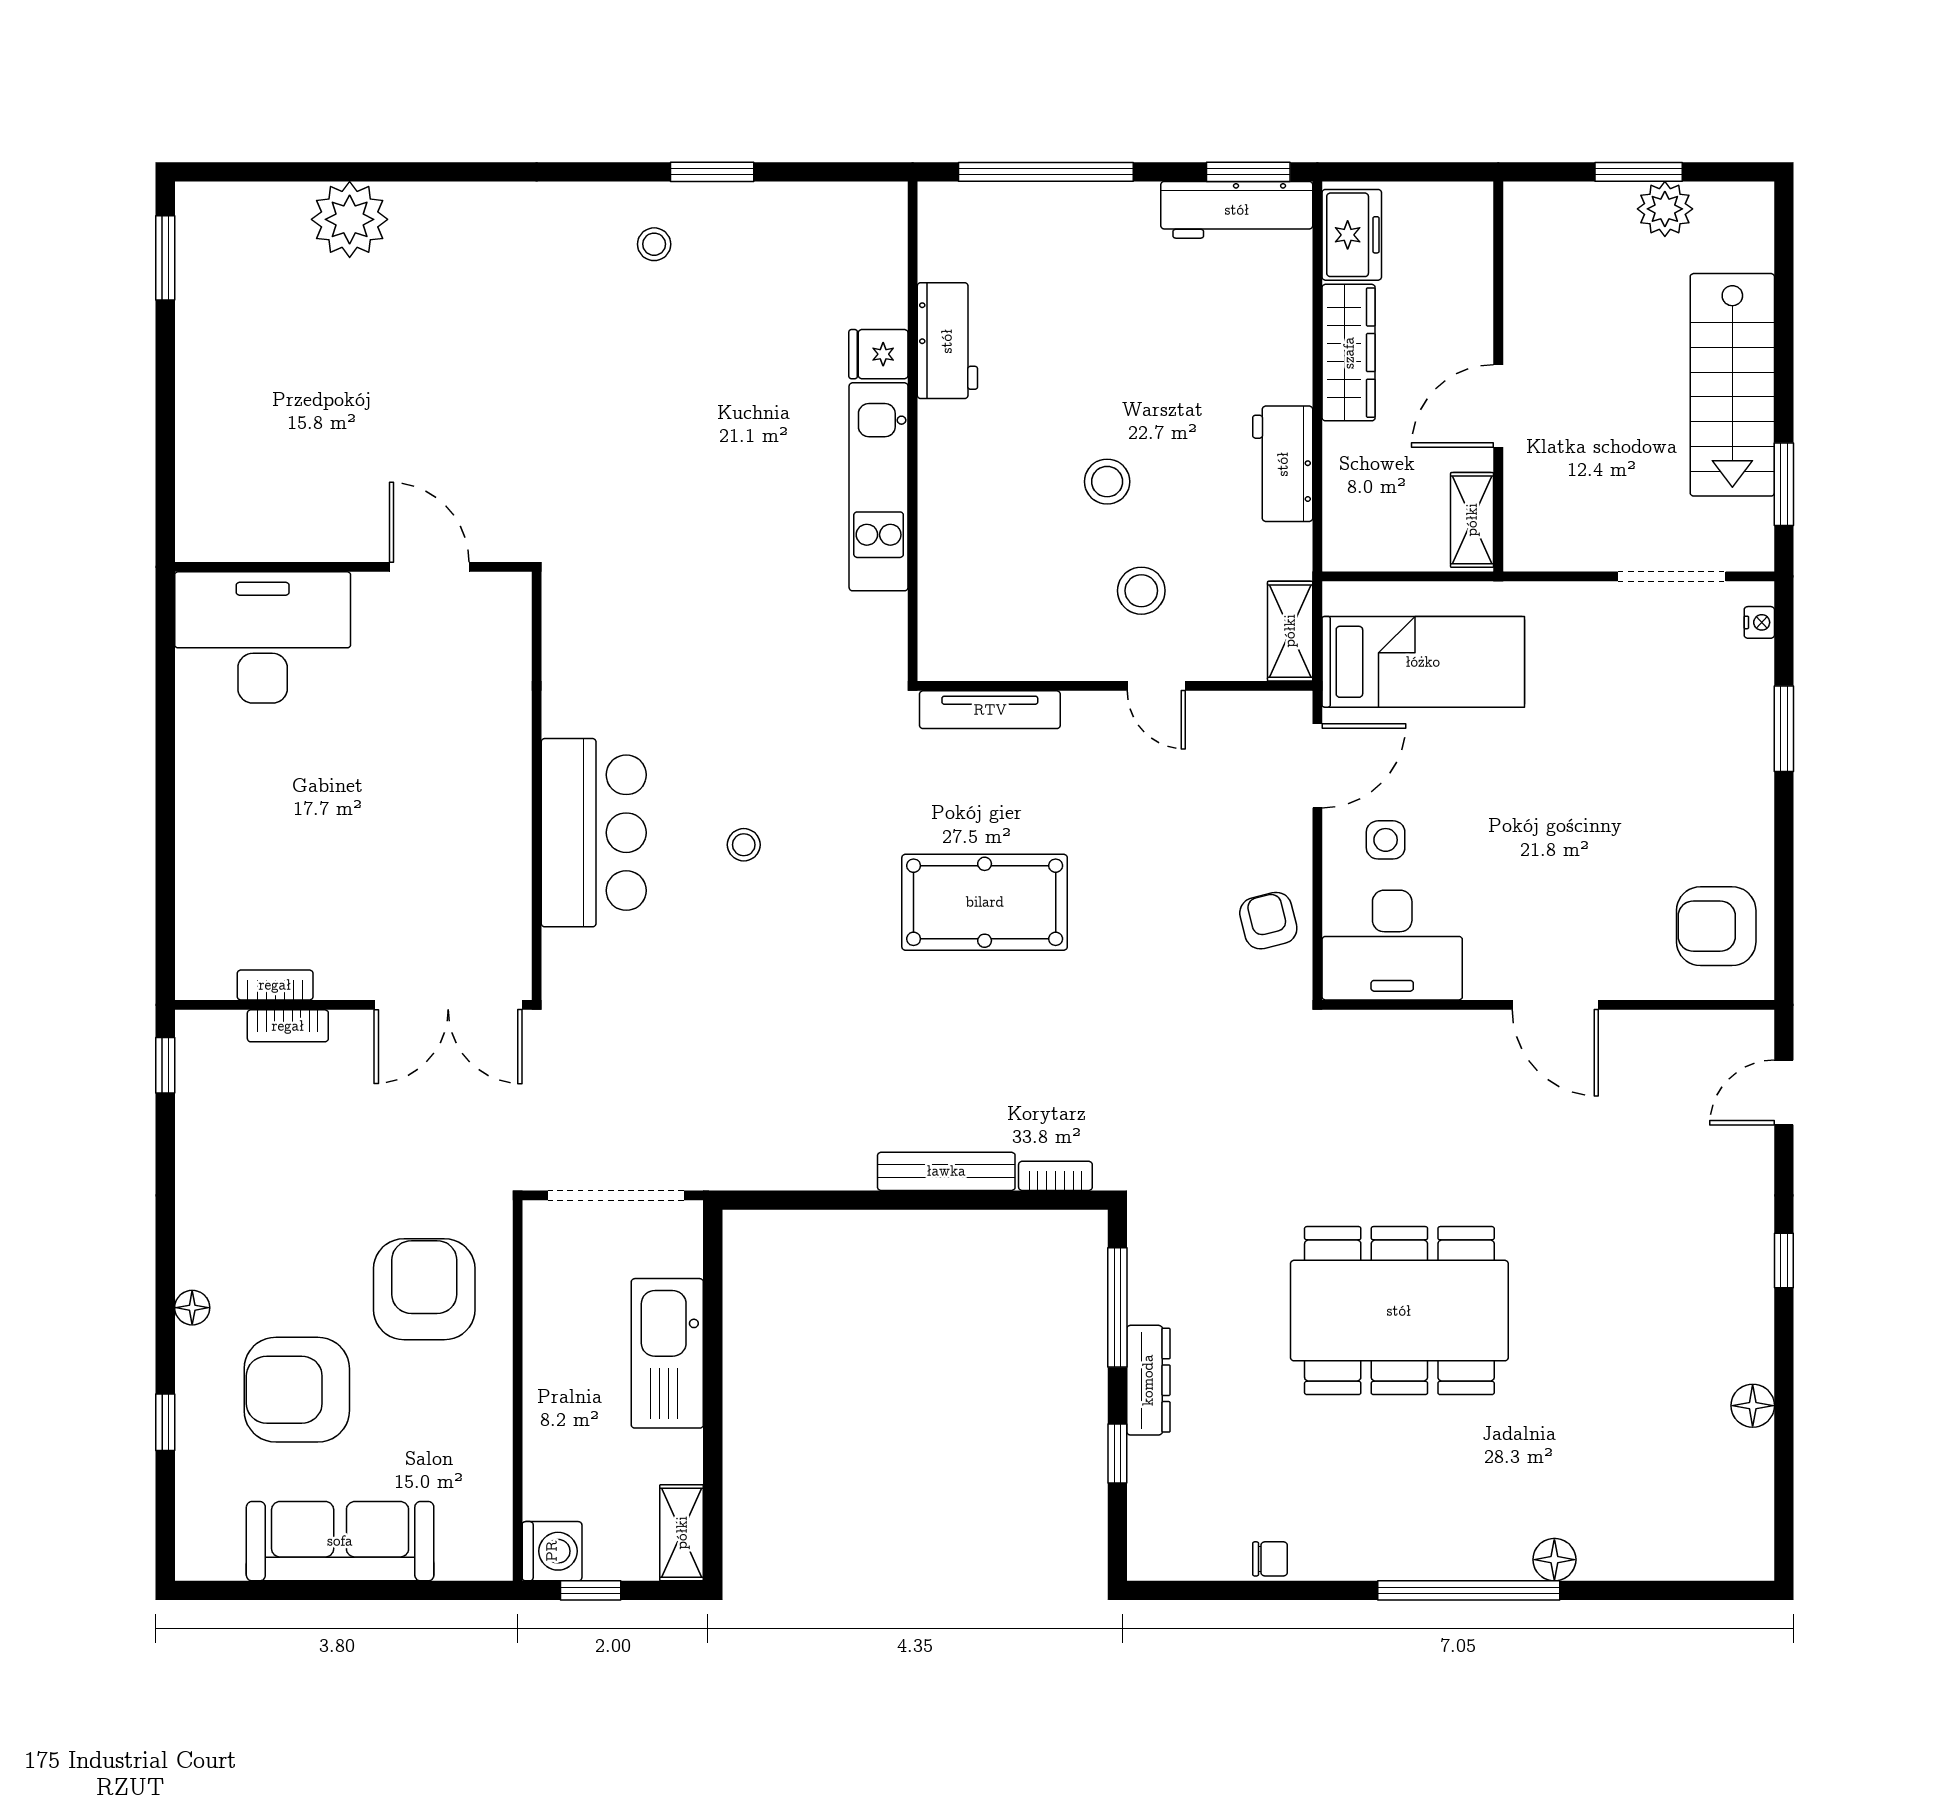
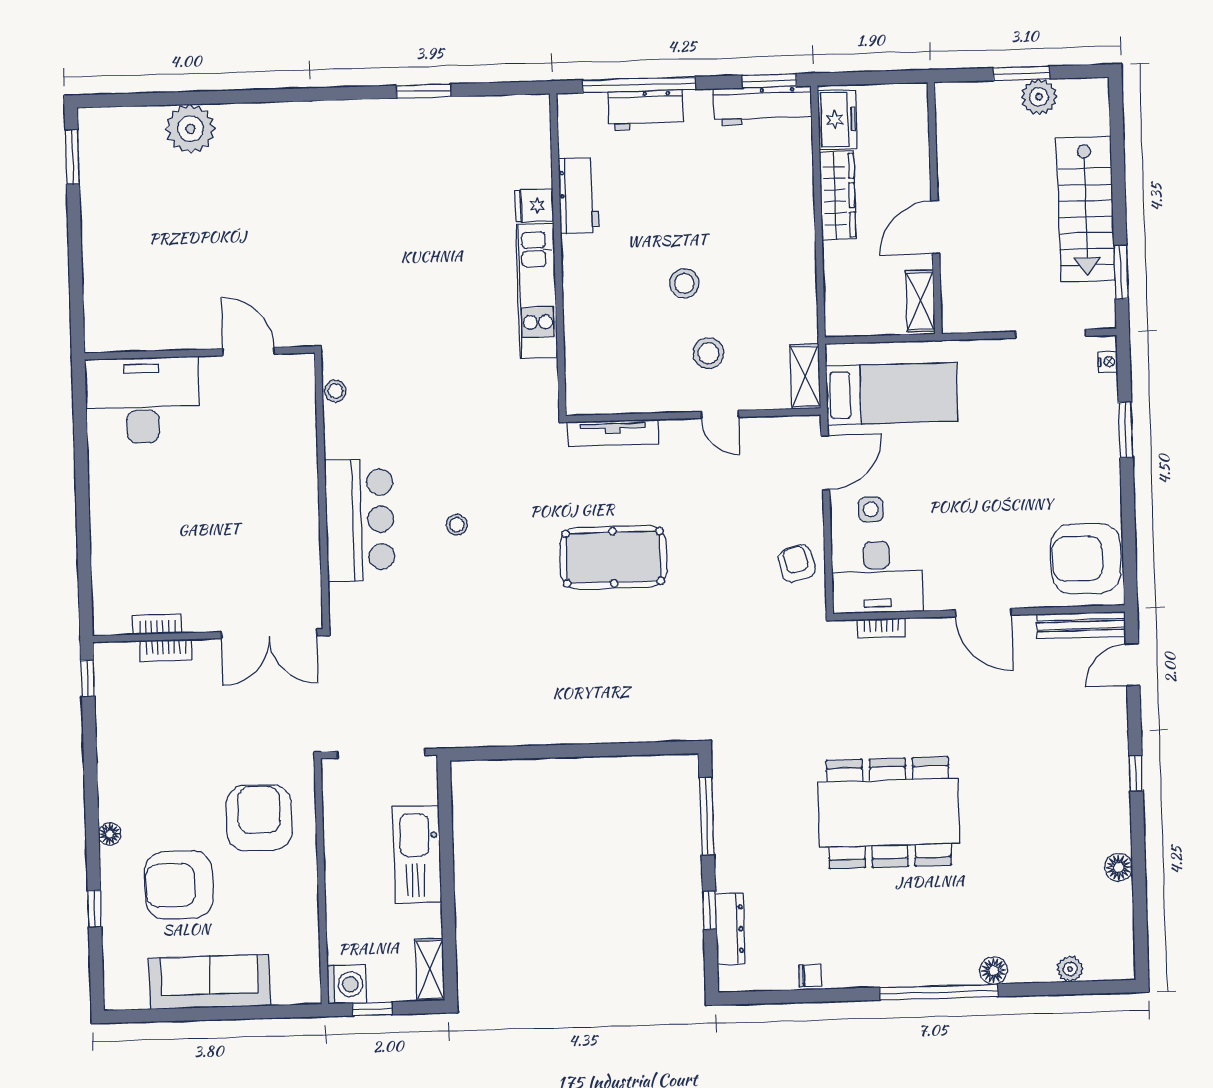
stool: (654, 244) -> (335, 391), moved
workbench: (1283, 464) -> (646, 110), moved, turned -90
armchair: (1716, 926) -> (1086, 559), width x1.36, depth x1.36
bench: (946, 1171) -> (1081, 625), moved
bookcase: (1055, 1176) -> (881, 628), moved, turned 180
dresser: (1148, 1380) -> (730, 929), moved
plant: (1673, 1561) -> (1070, 969), added

